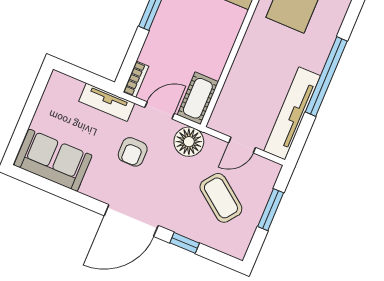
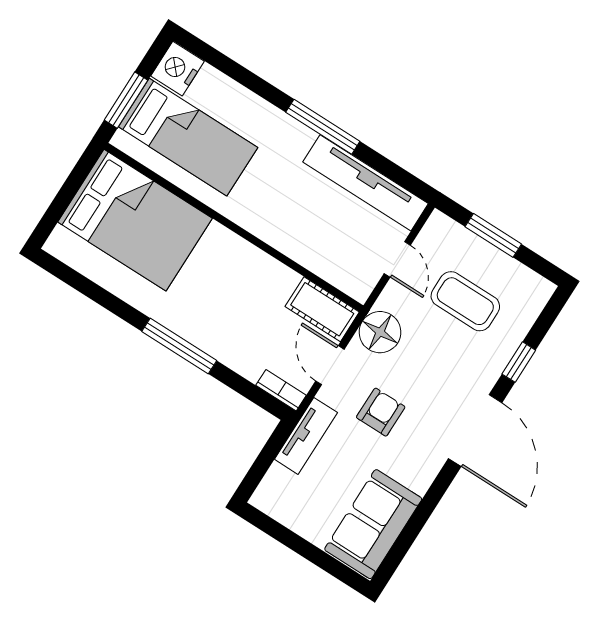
window: (326, 76) -> (323, 127), width x0.68
armchair: (133, 152) -> (381, 412), turned -90
coffee table: (221, 198) -> (465, 301), turned 53

